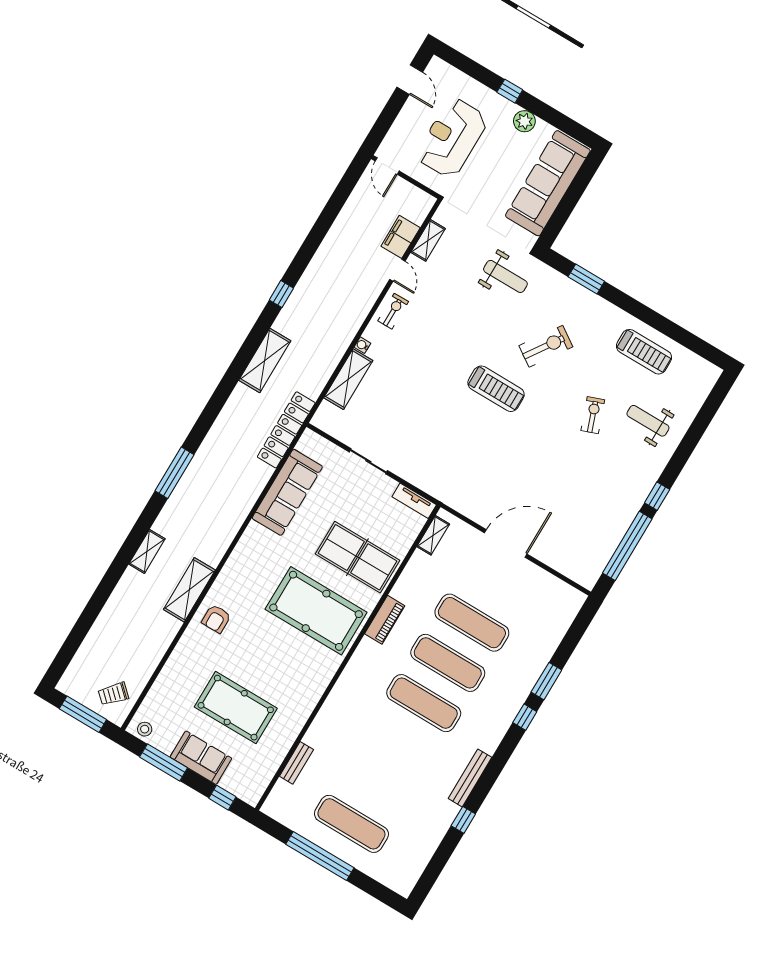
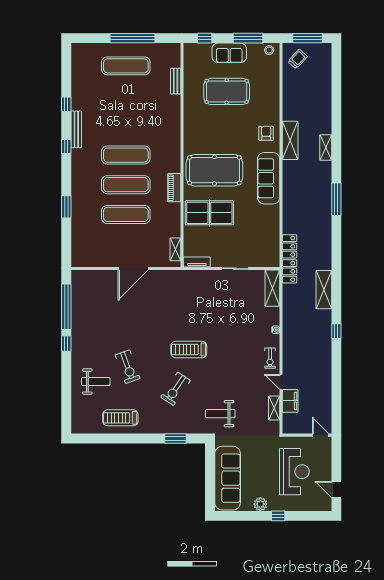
shelving: (348, 379) -> (272, 288), moved
exercise bike: (593, 415) -> (128, 367), width x1.38, depth x1.39
sofa: (287, 492) -> (269, 178), moved
window: (525, 717) -> (66, 147), moved

